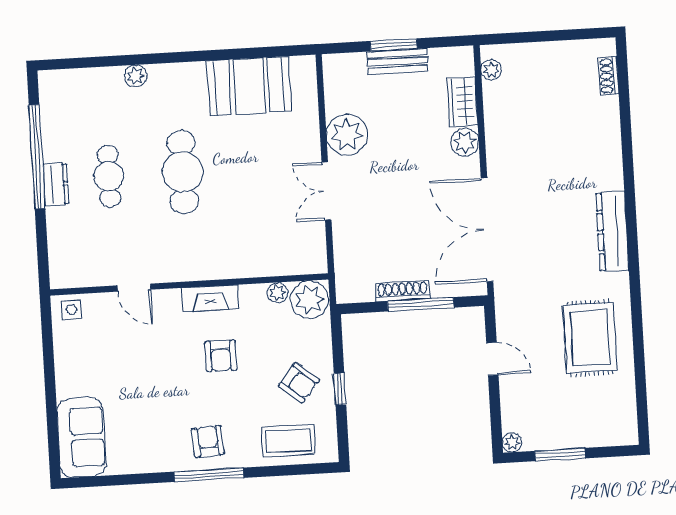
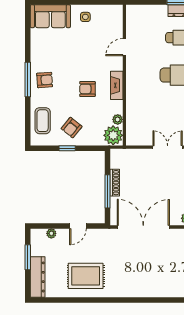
dresser: (612, 232) -> (38, 277), moved, turned 90
side table: (72, 310) -> (85, 17), moved
plant: (512, 442) -> (51, 233), moved

